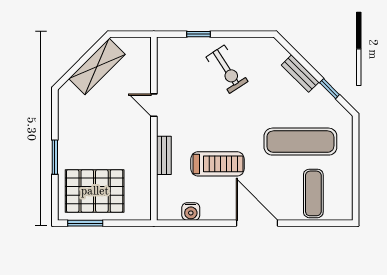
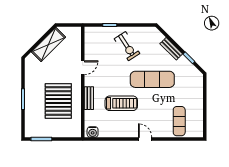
door: (154, 105) -> (83, 68), swing flipped
exercise mat: (300, 142) -> (152, 79), moved
pallet: (95, 191) -> (58, 101), moved, turned 90
water cooler: (191, 211) -> (93, 132), moved
door: (257, 223) -> (145, 139), width x0.53

